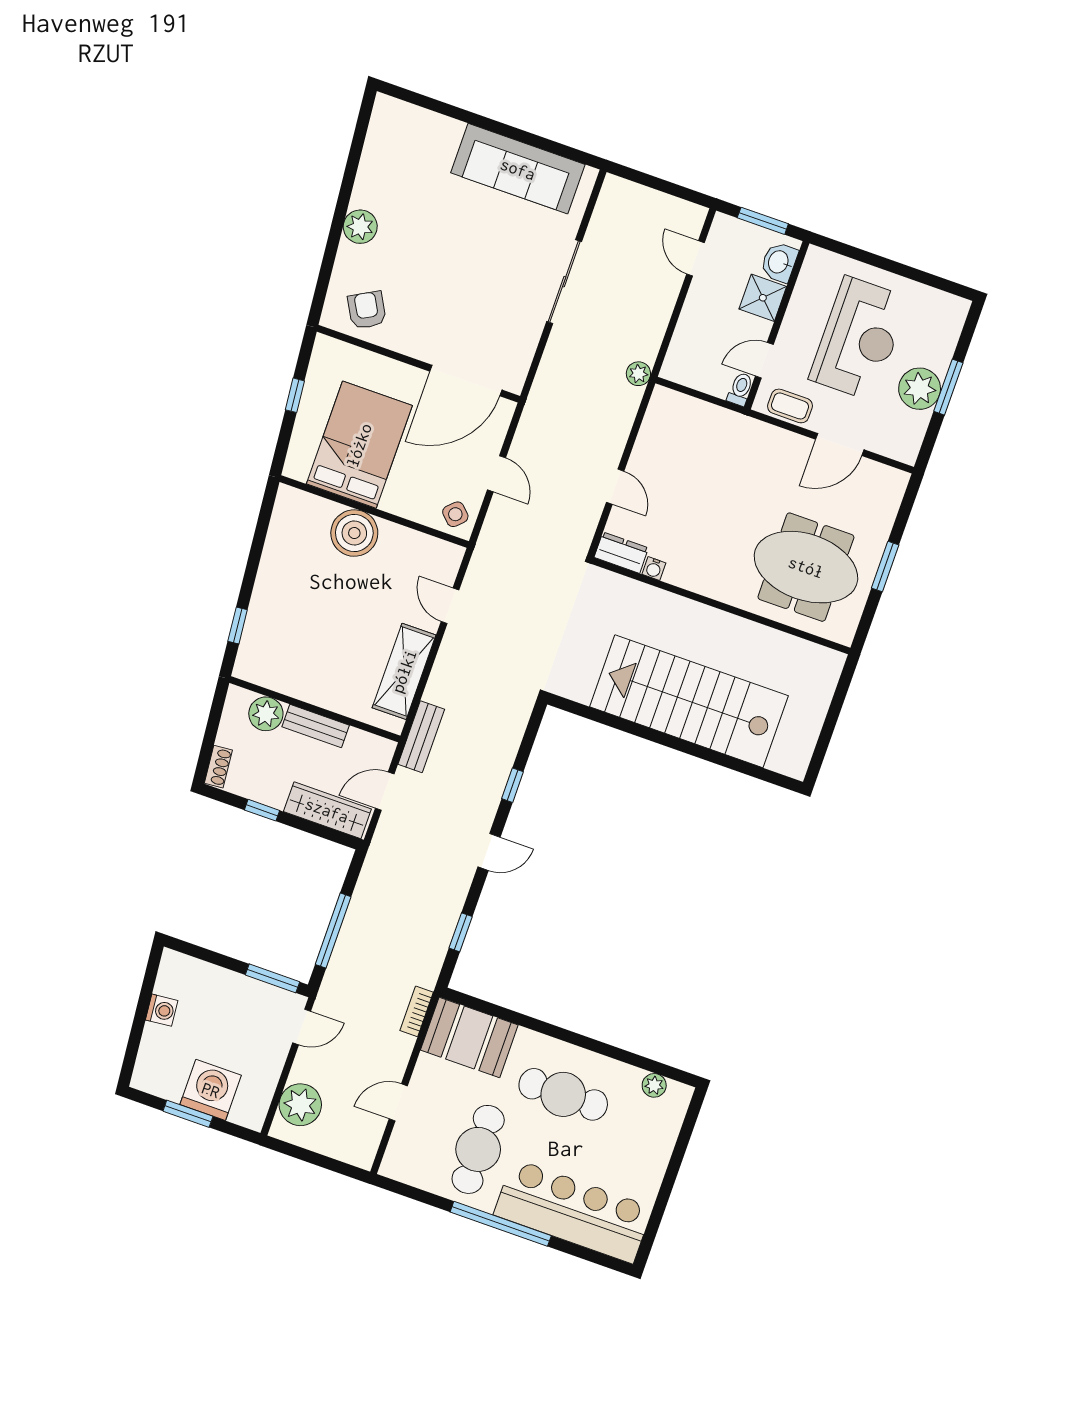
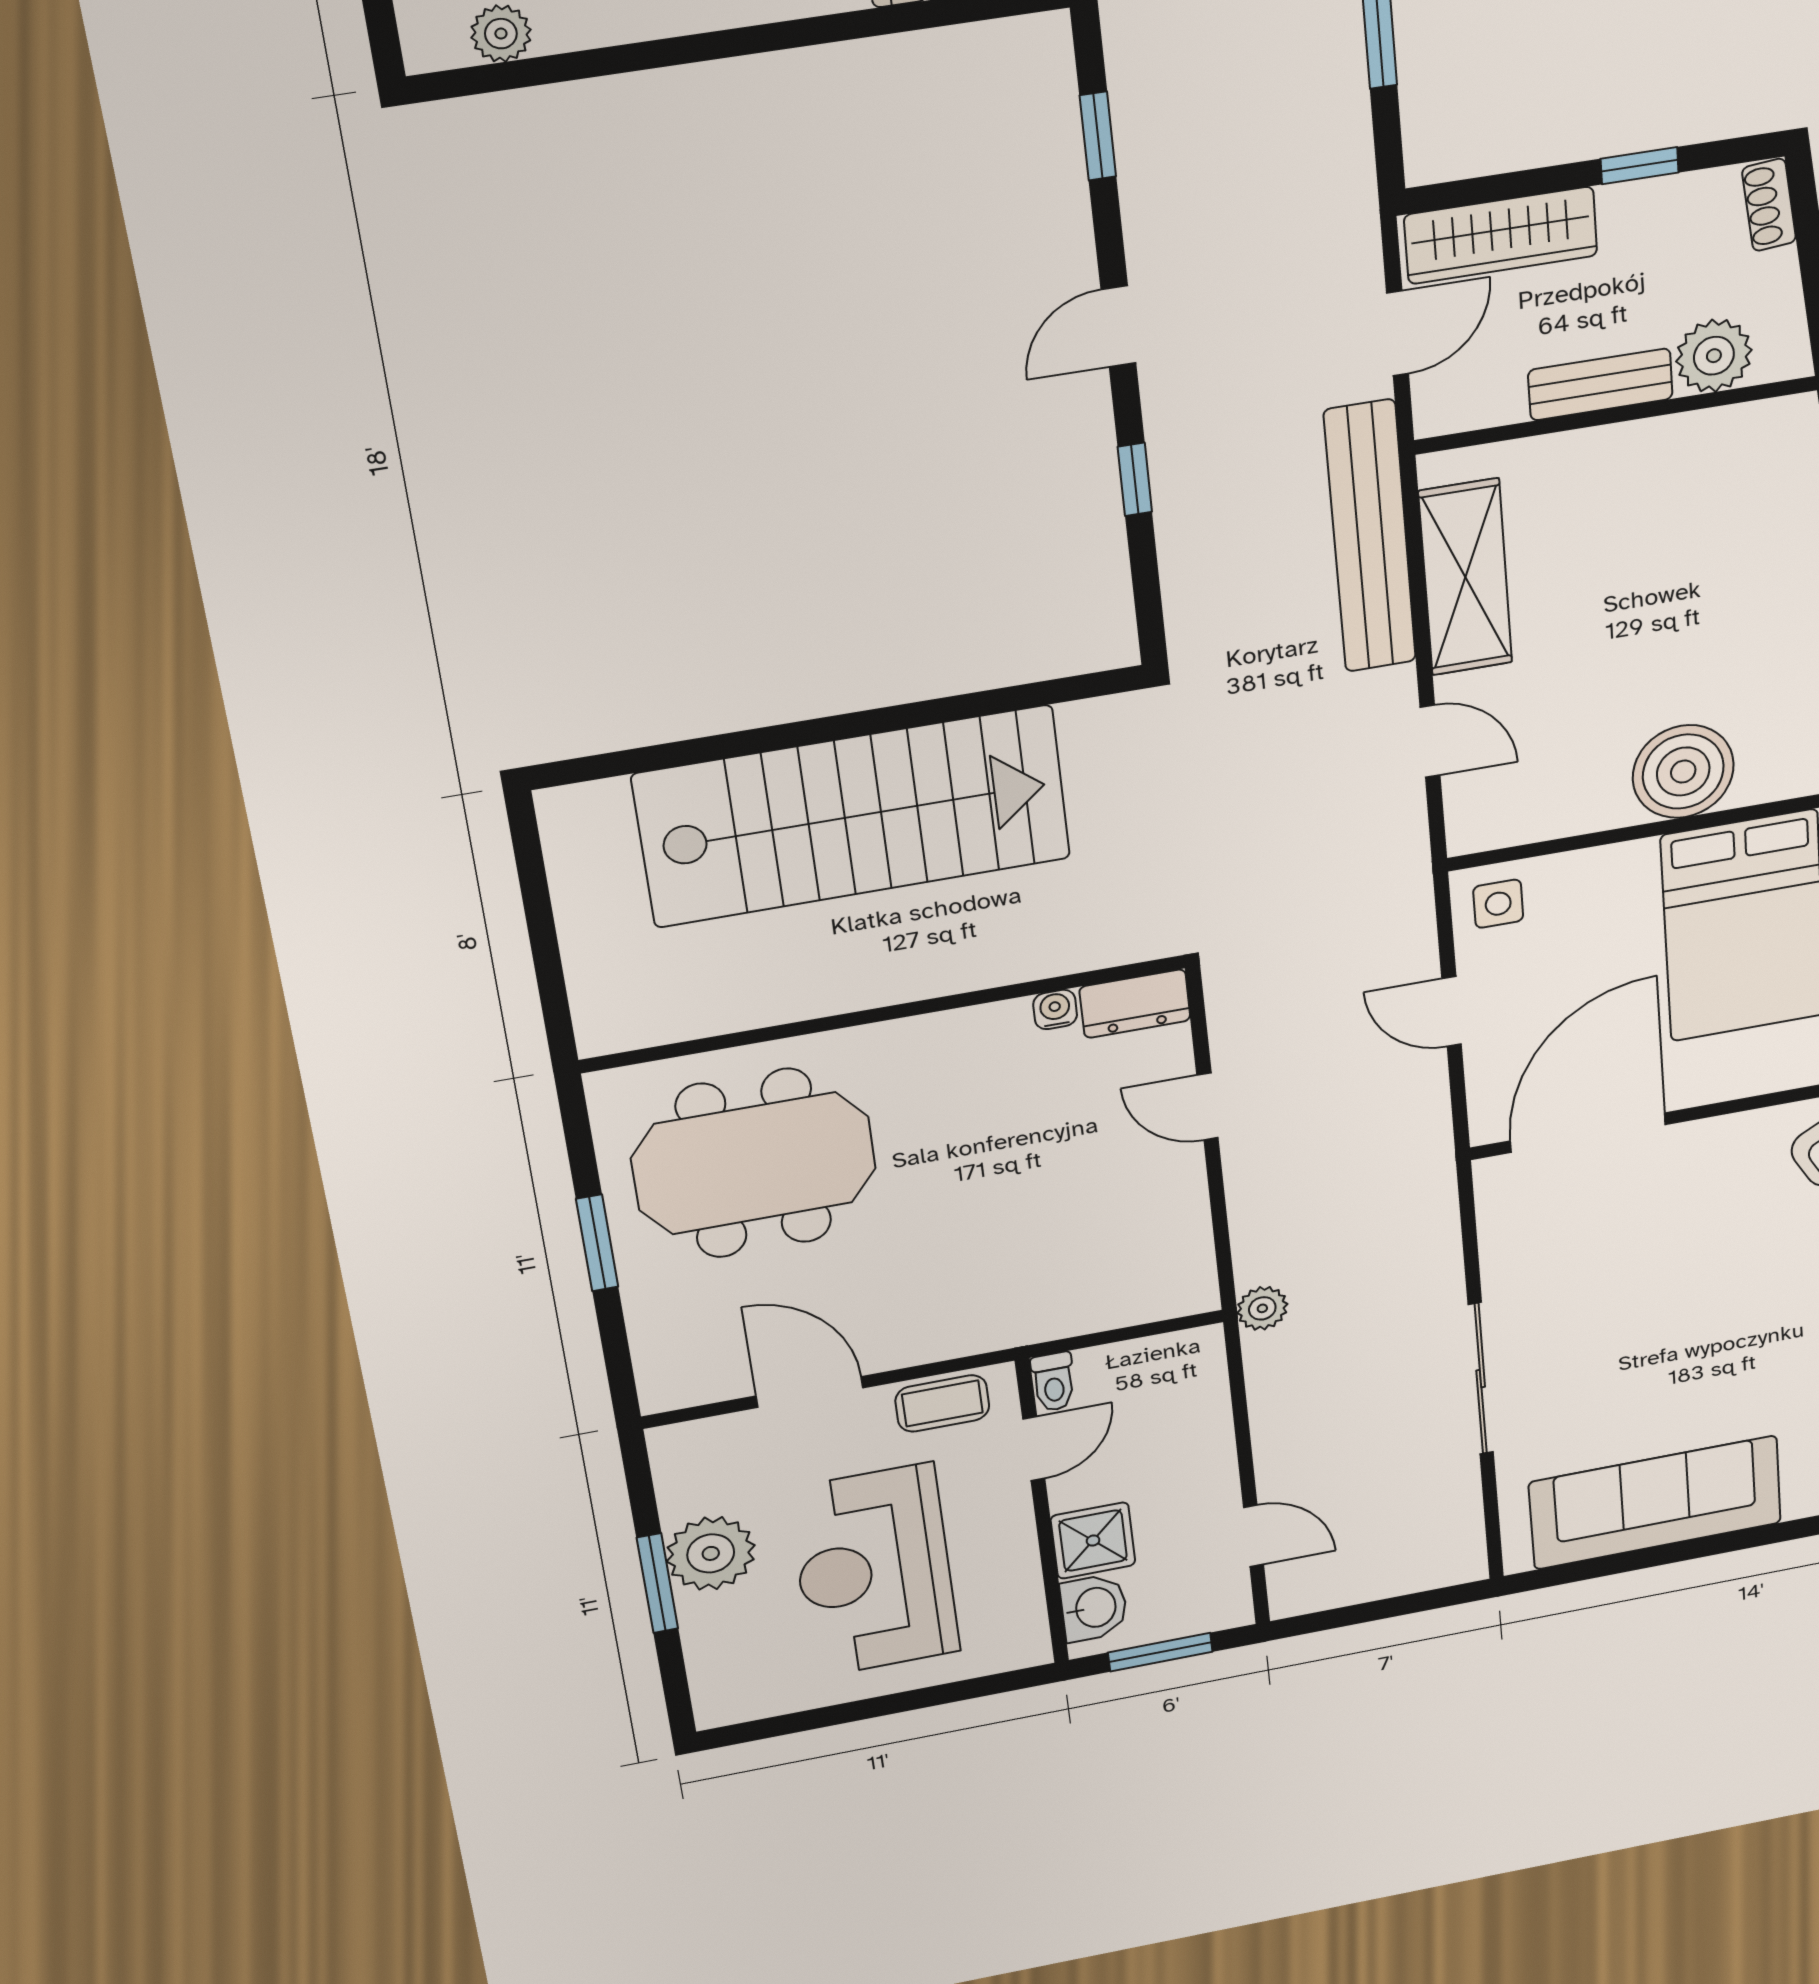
door: (840, 444) -> (810, 1392), hinge flipped
side table: (455, 514) -> (1498, 904), turned 45
bench: (421, 737) -> (1370, 537), width x1.86, depth x1.21

